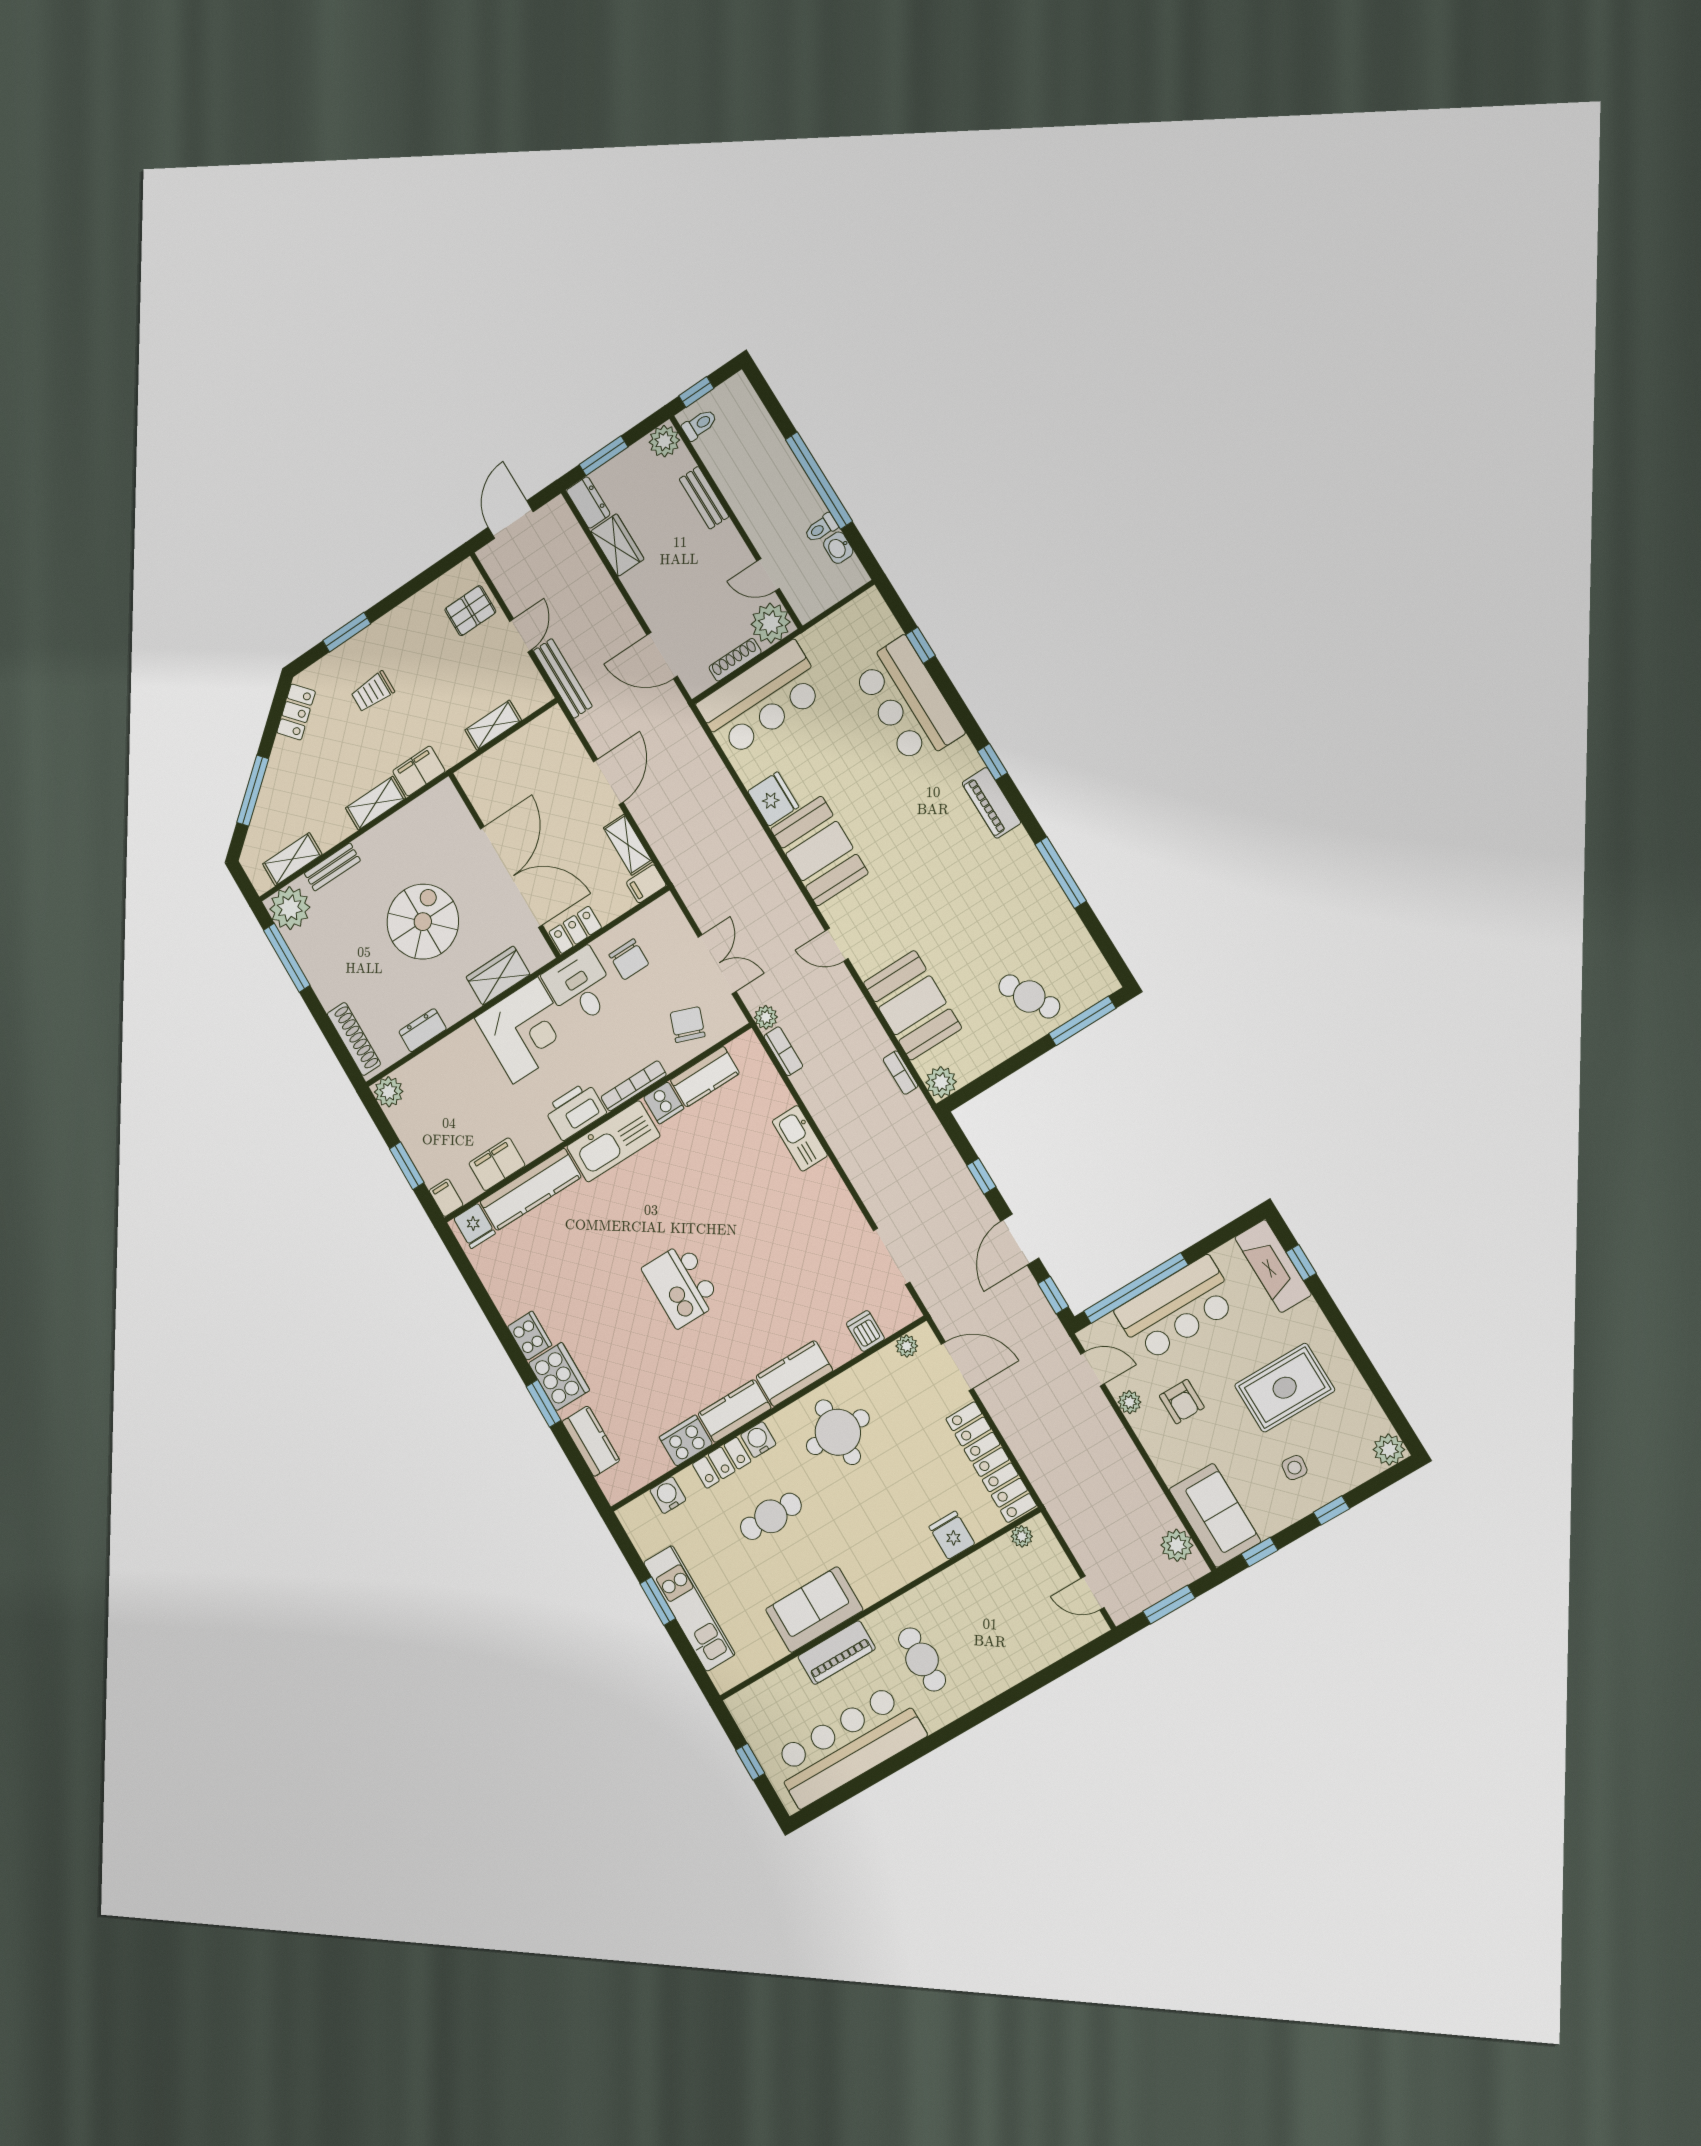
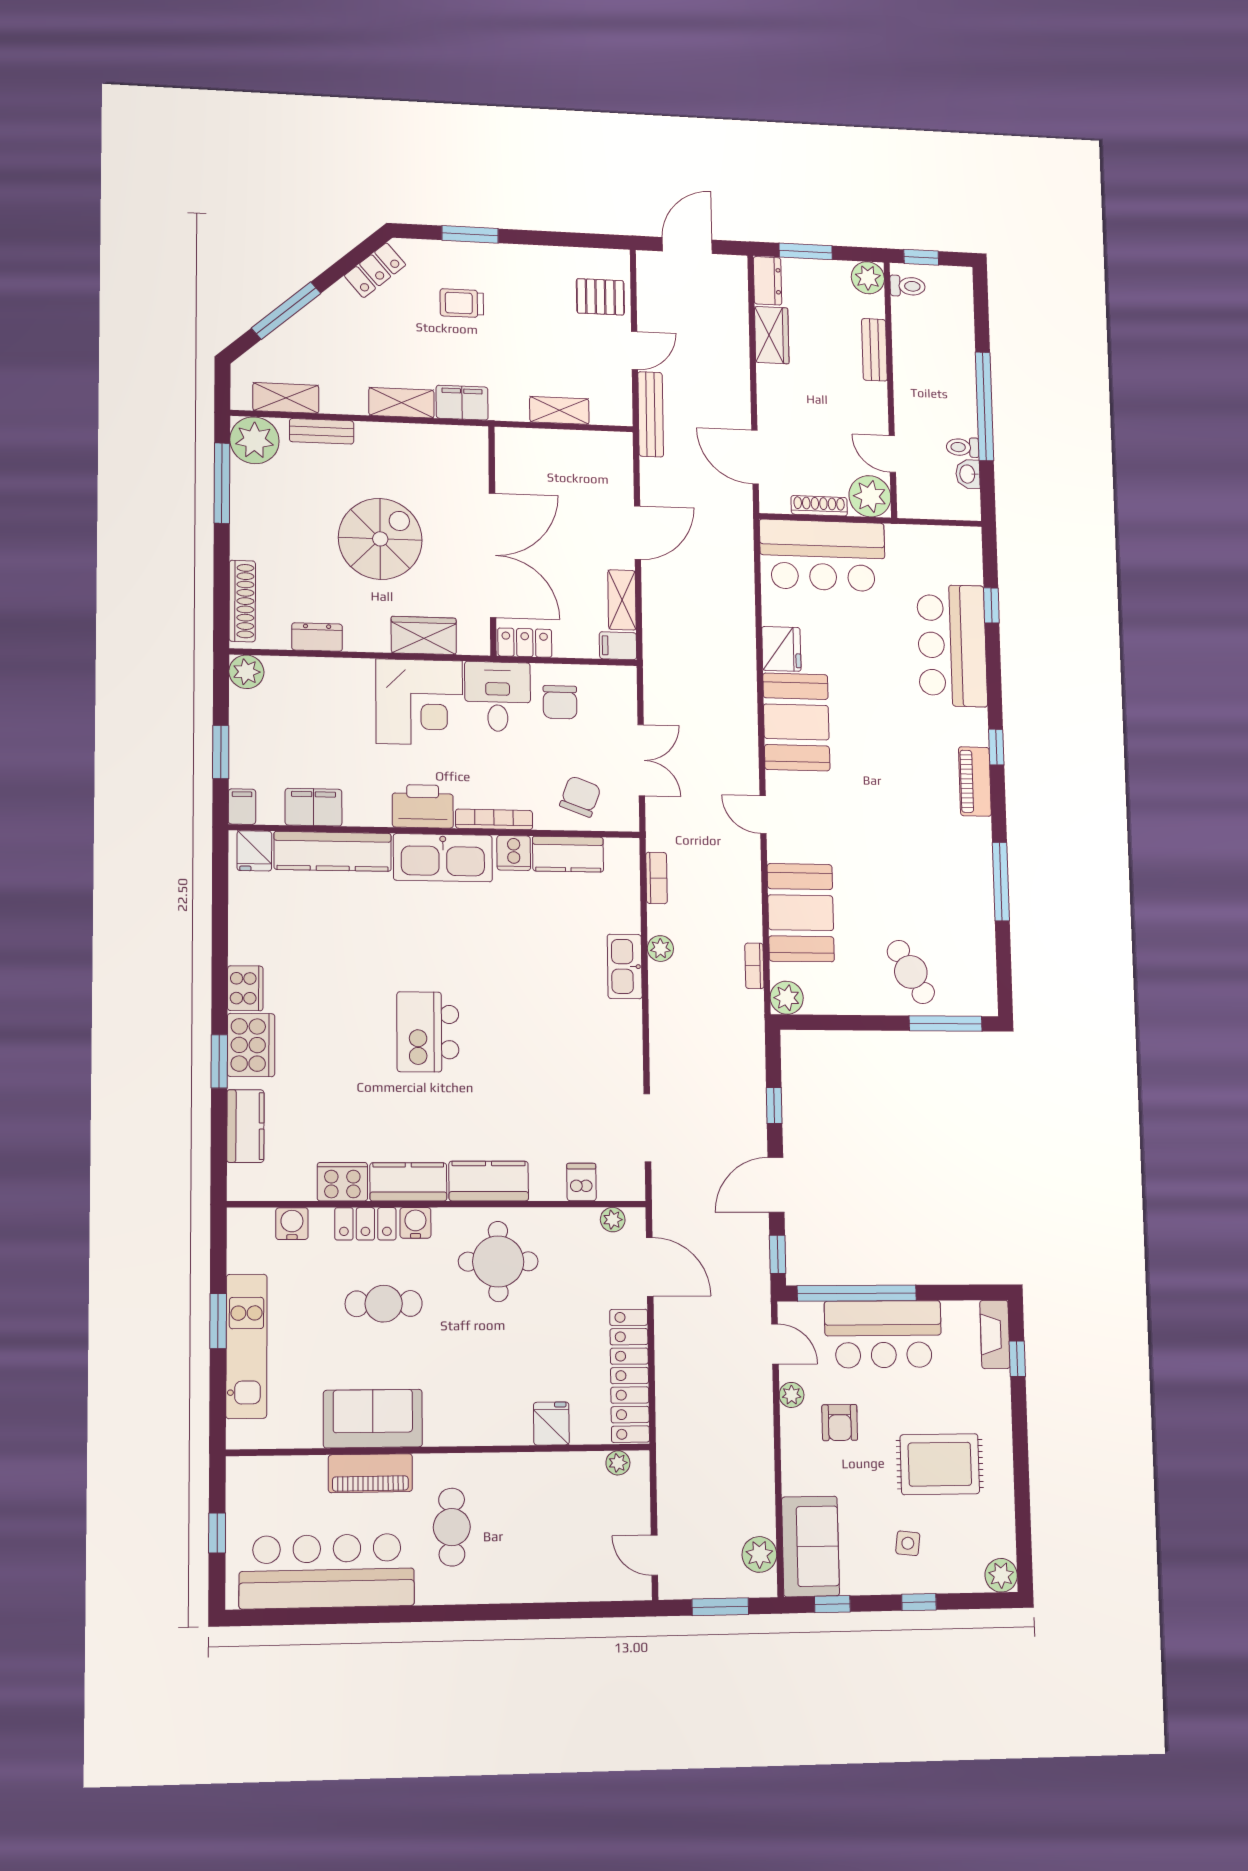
plant: (766, 1017) -> (660, 949), moved
fireplace: (1273, 1266) -> (995, 1334), width x0.73, depth x0.76

